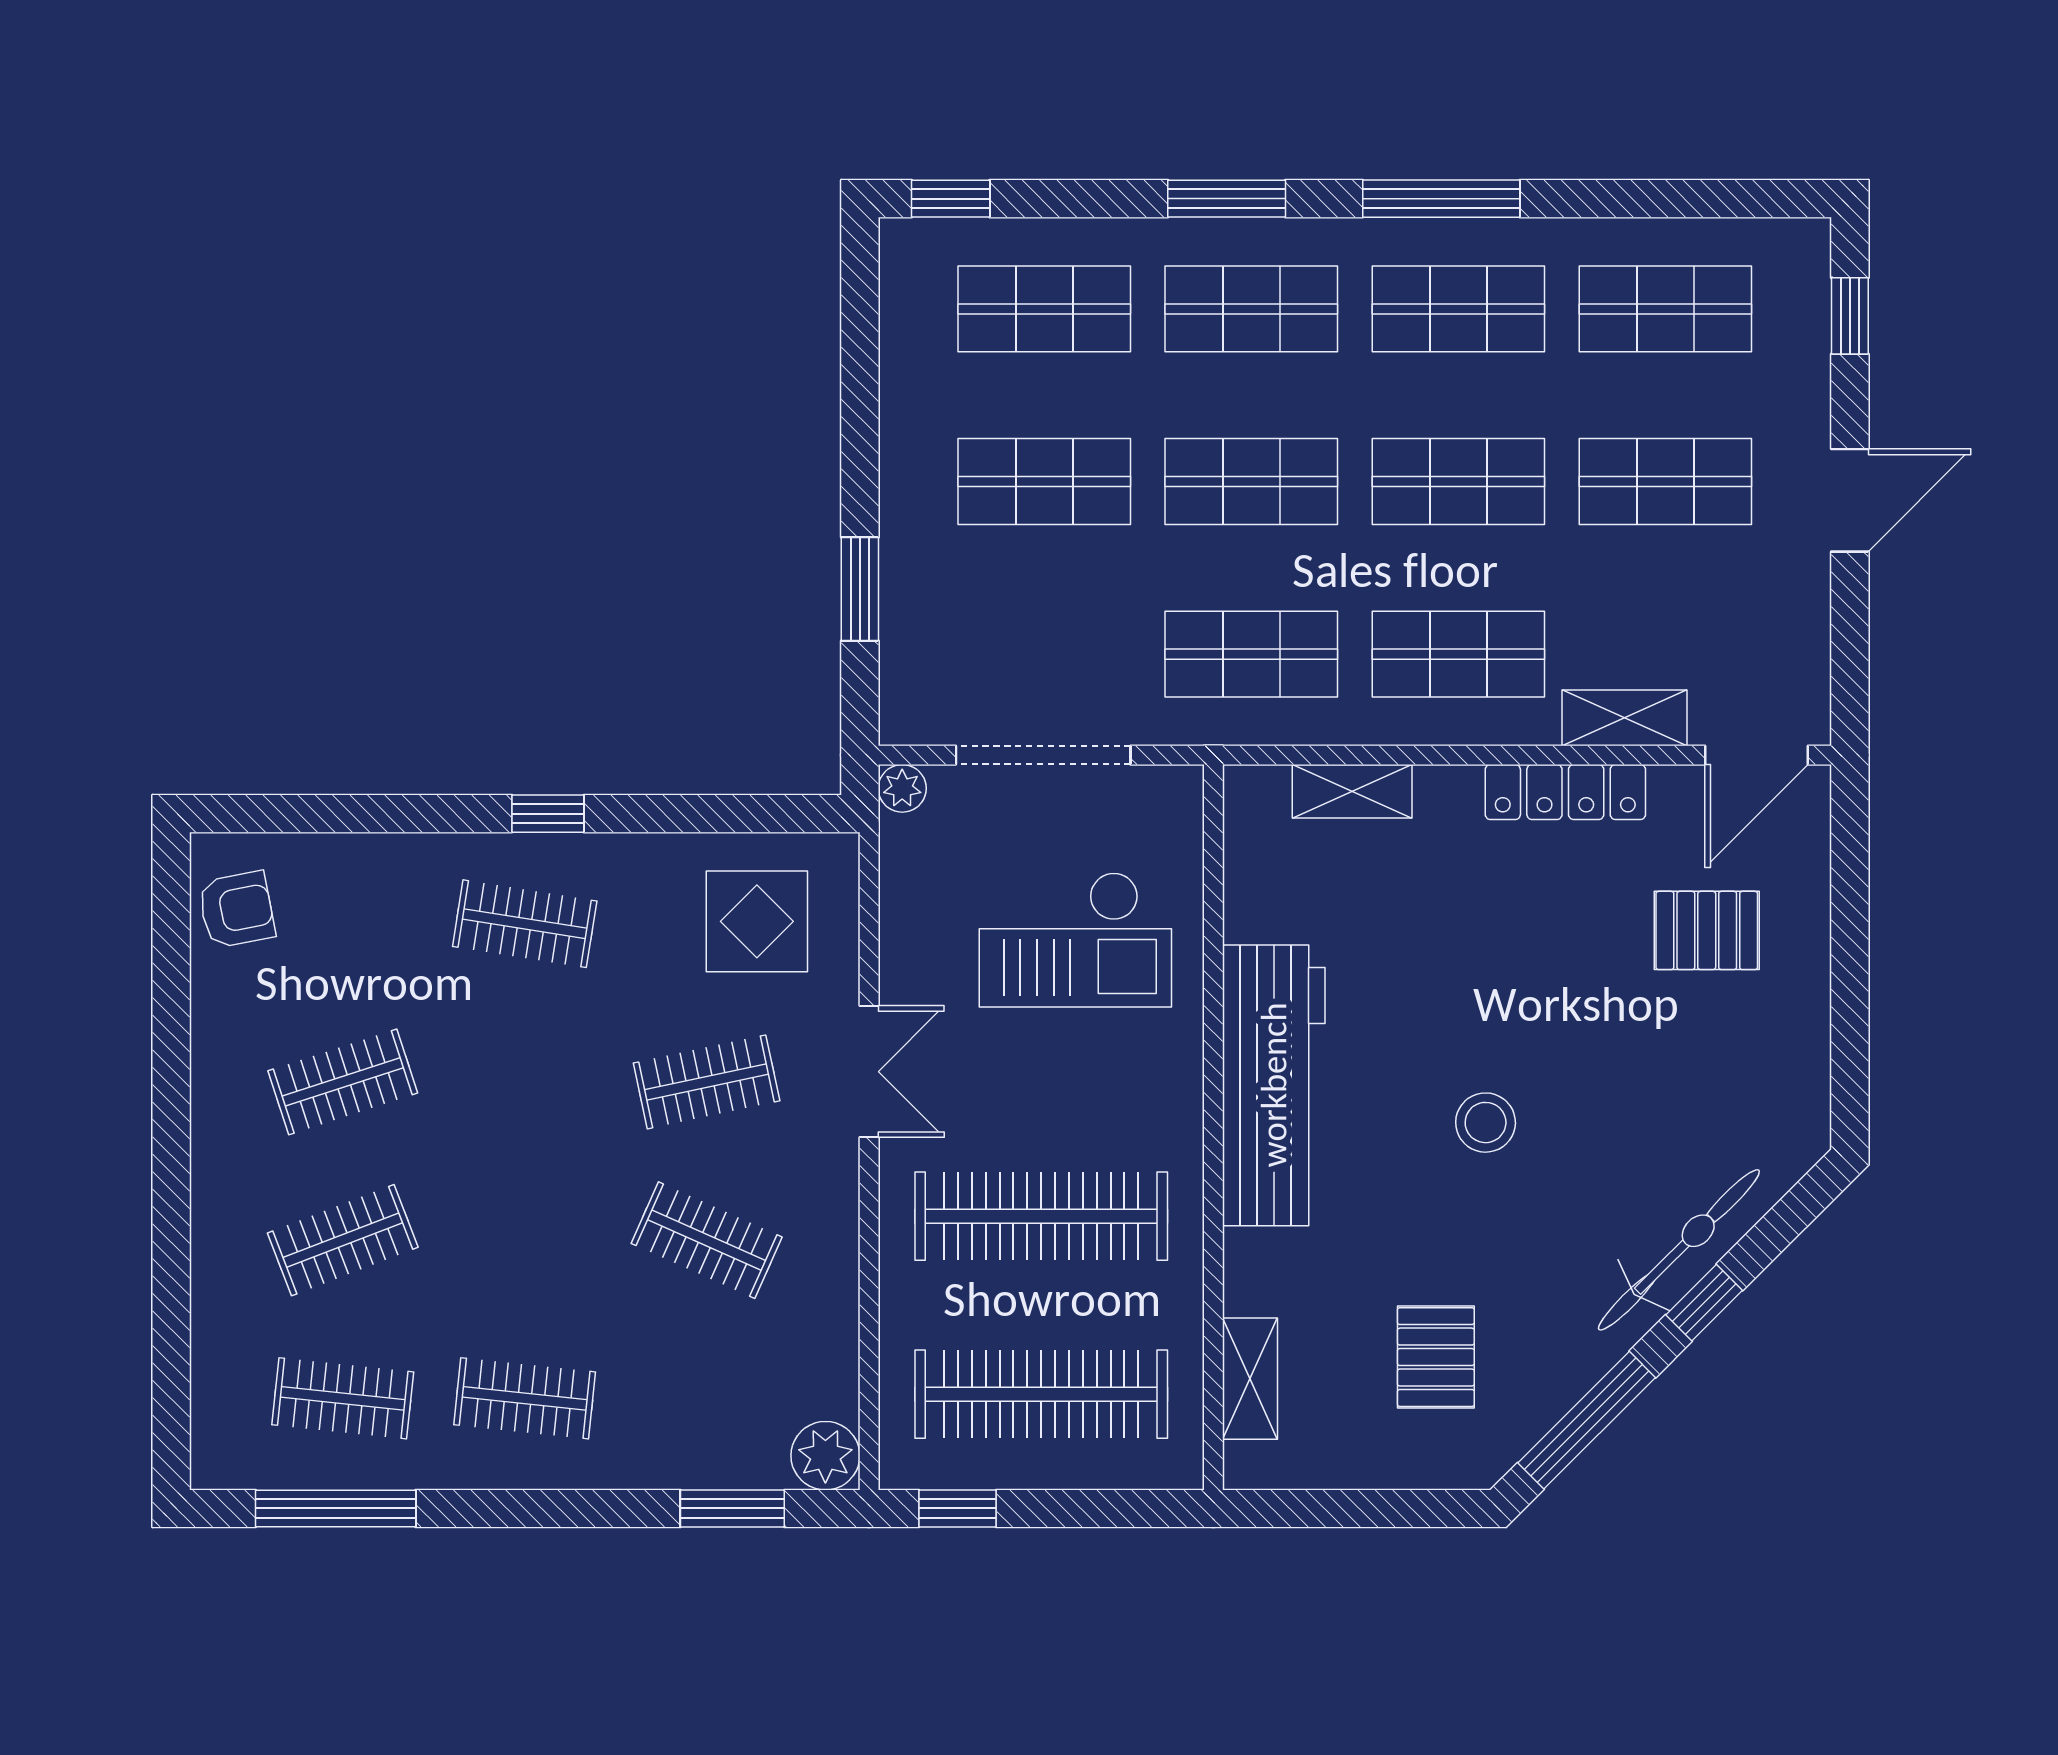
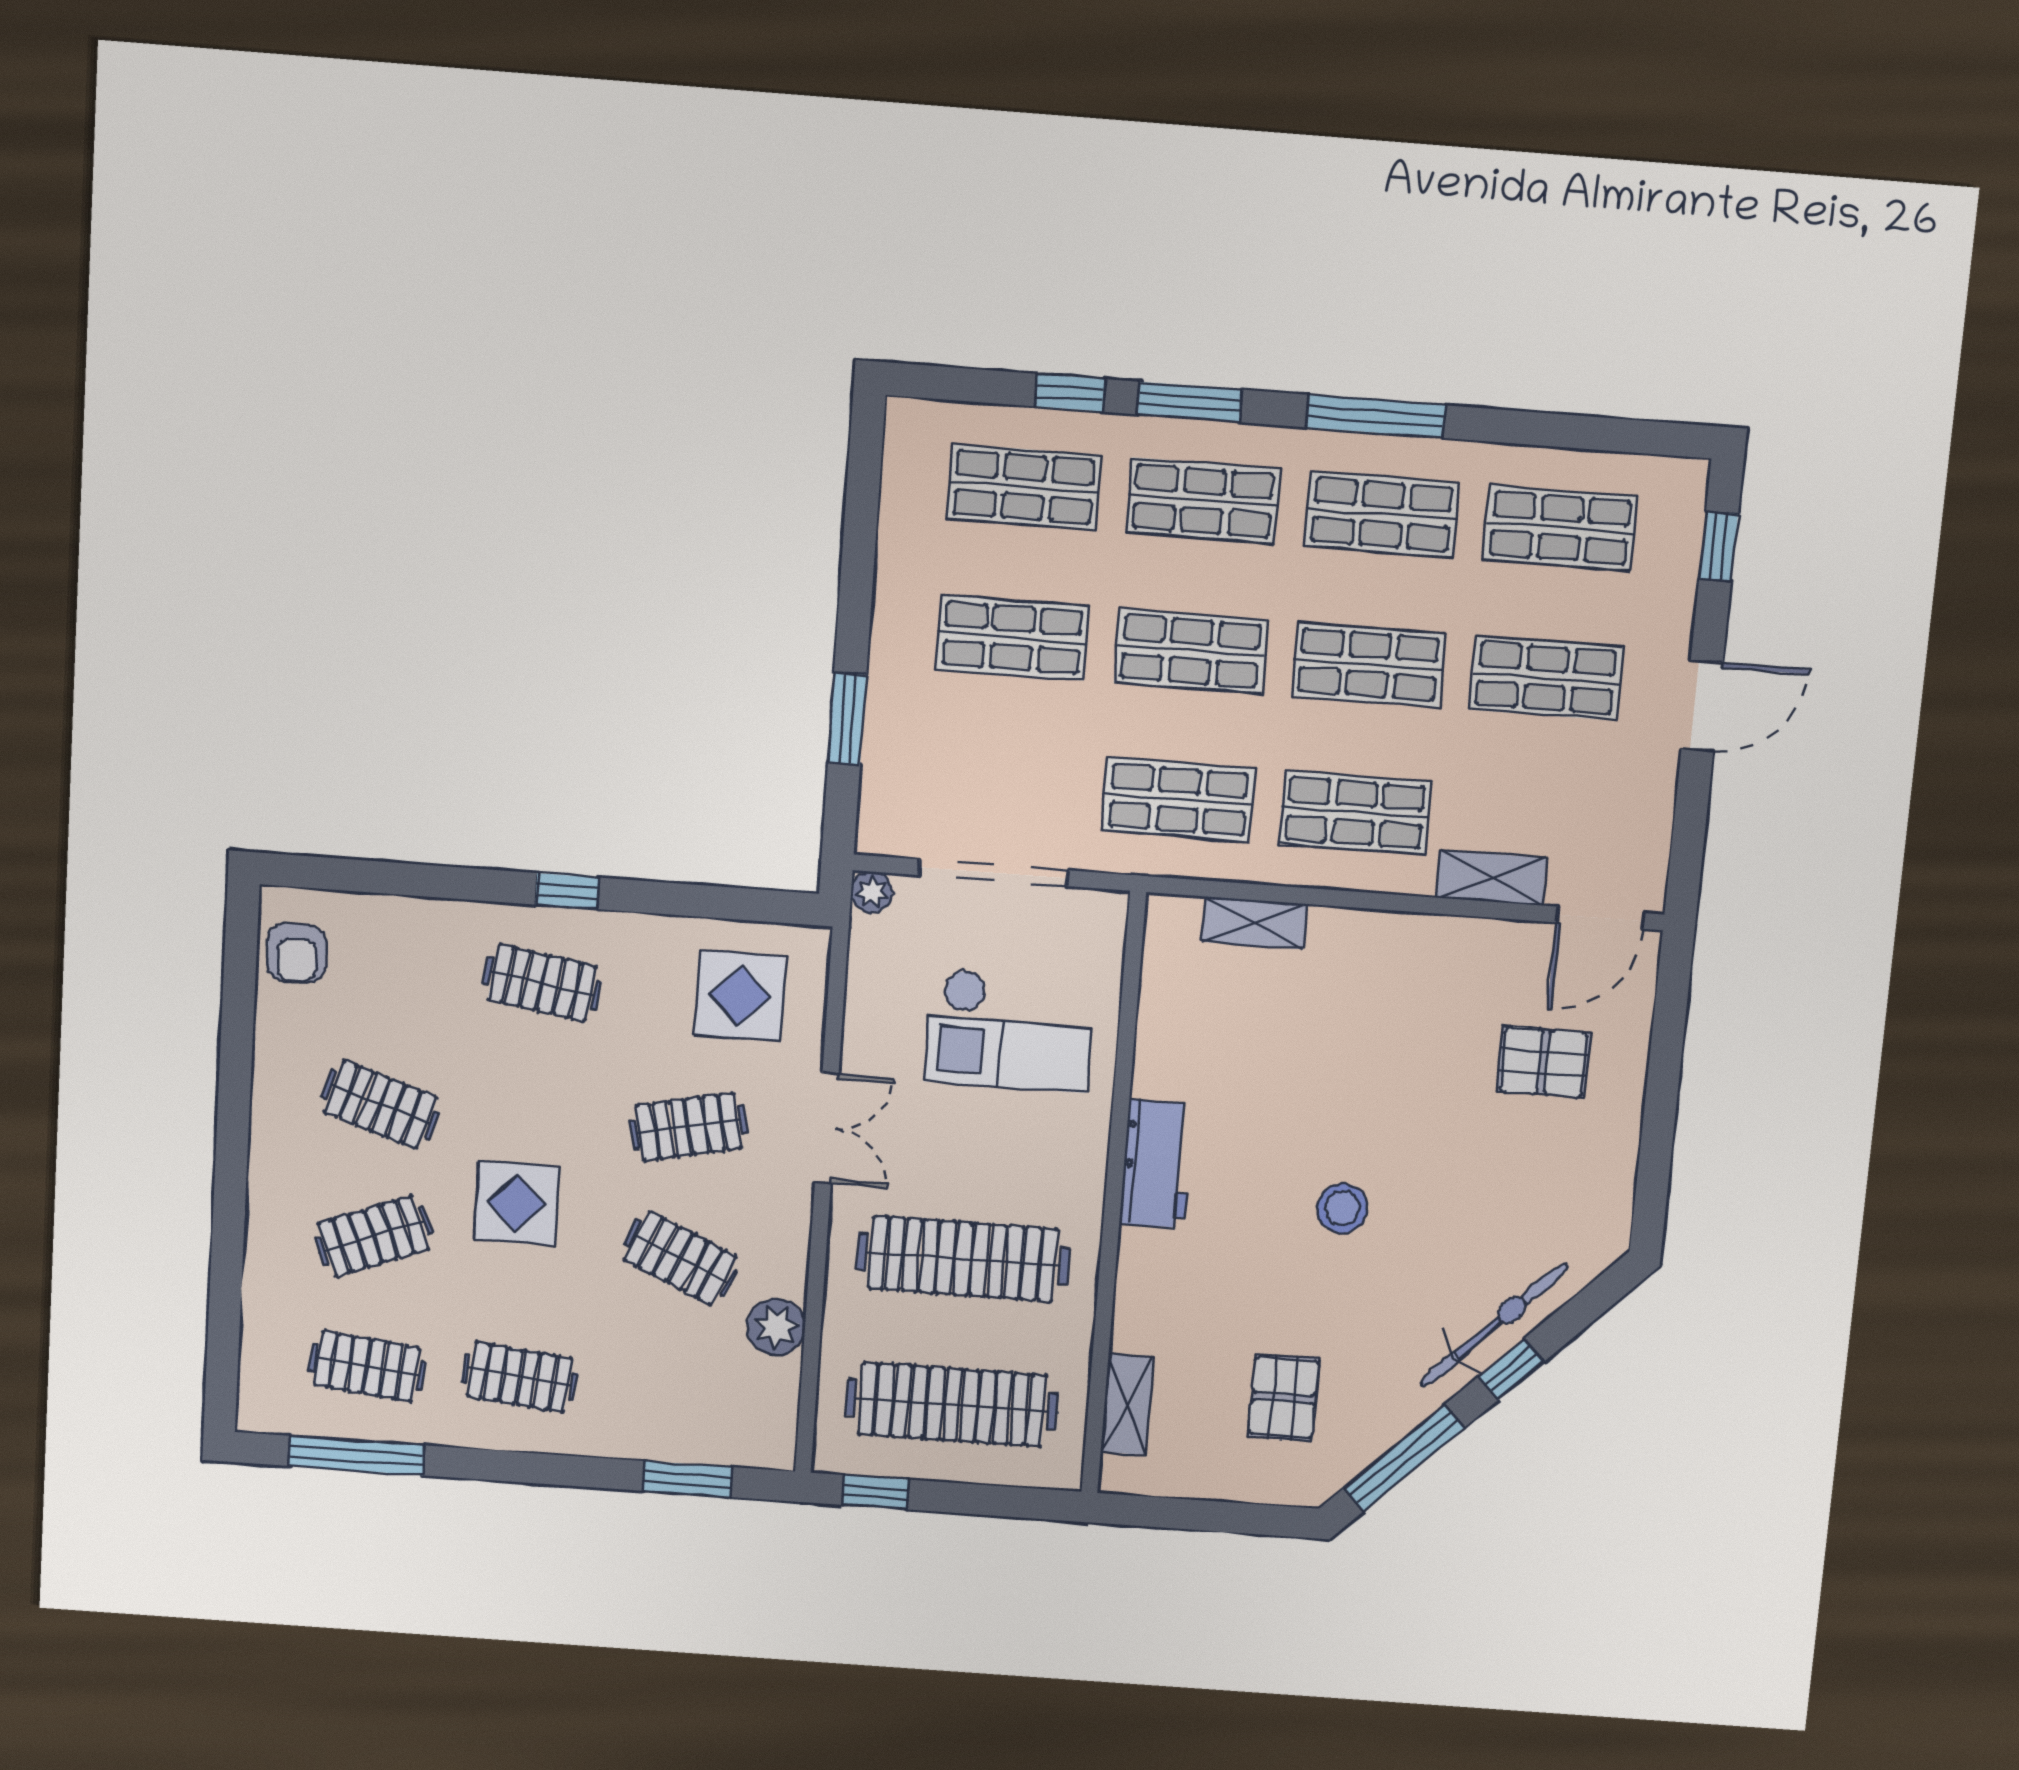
window: (951, 199) -> (1070, 393), moved
locker: (1565, 792) -> (1435, 937), removed
armchair: (236, 910) -> (297, 953), turned 99
clothes rail: (343, 1082) -> (380, 1105), turned 36
workbench: (1274, 1085) -> (1157, 1164), width x0.53, depth x0.76
display table: (510, 1188) -> (517, 1203), added
plant: (825, 1456) -> (776, 1327), moved

